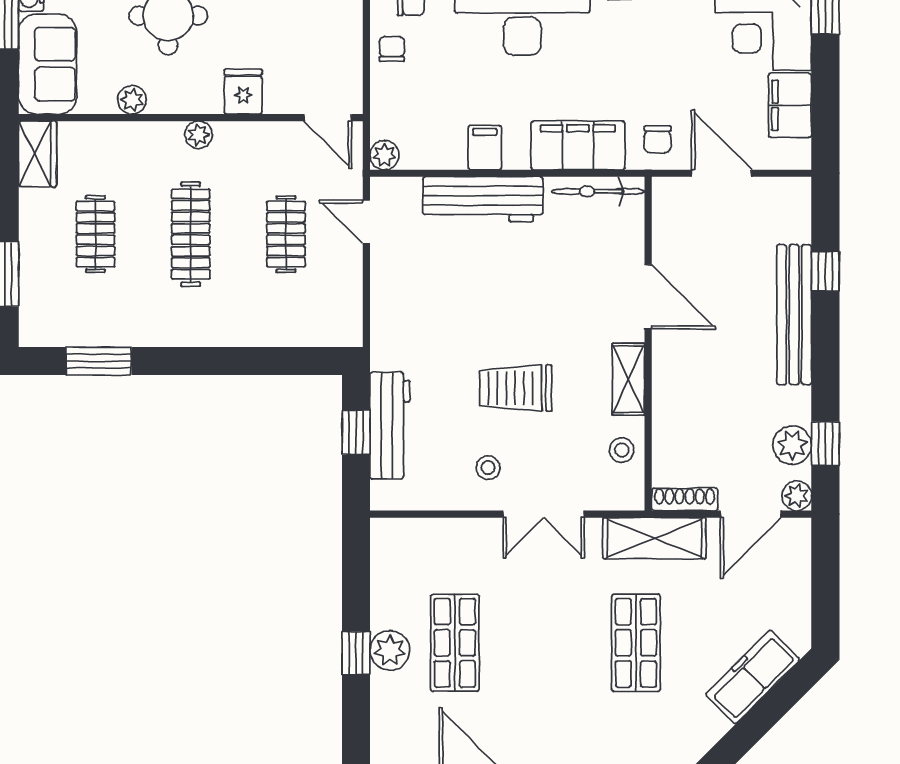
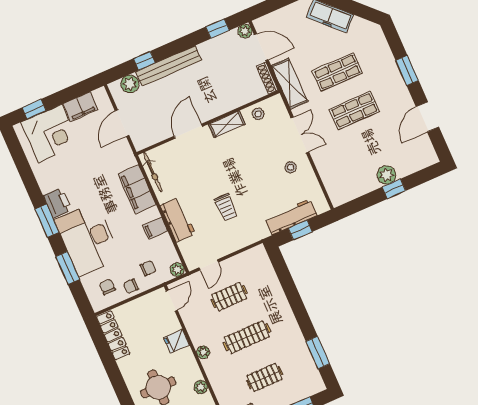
chair: (657, 139) -> (148, 268), moved
workbench: (483, 199) -> (178, 220), width x0.73
trolley: (516, 388) -> (226, 207), moved, width x0.73, depth x0.72
plant: (792, 445) -> (130, 84), moved
shop shelf: (455, 643) -> (354, 110), moved

